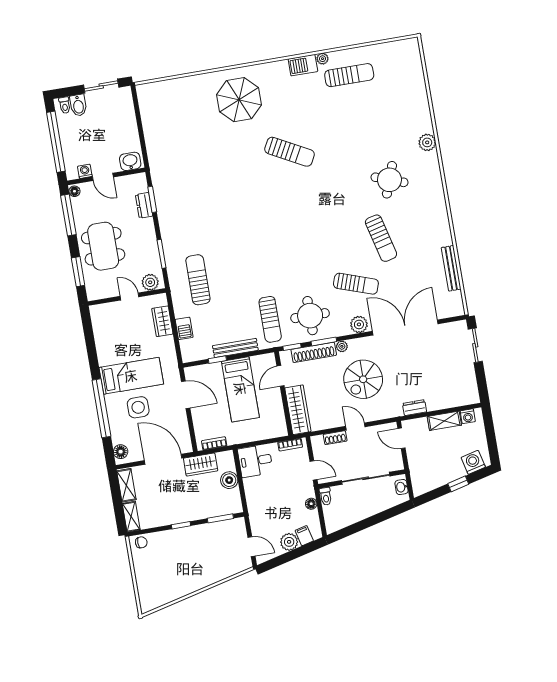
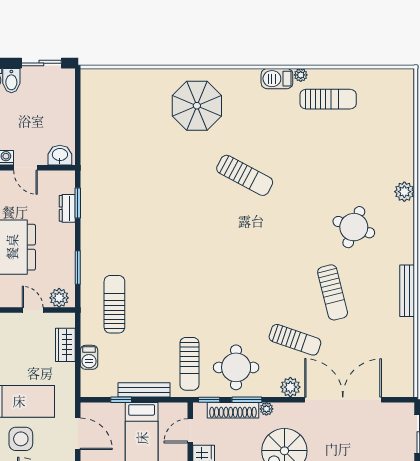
bench: (451, 268) -> (407, 291), moved

